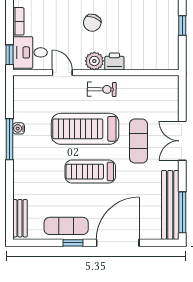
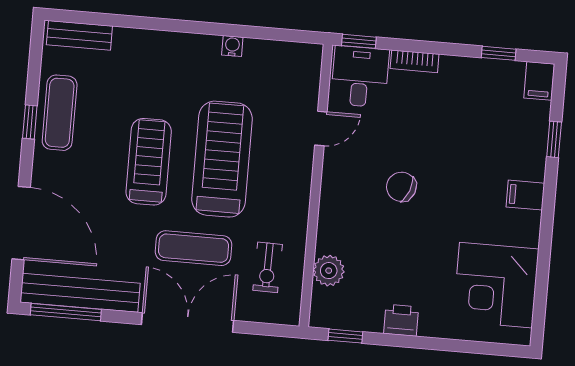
window: (182, 25) -> (345, 336), moved
plant: (94, 61) -> (329, 271), moved
printer: (114, 61) -> (401, 320), moved, turned -90
exercise bike: (102, 89) -> (268, 267), moved
window: (9, 139) -> (215, 29), removed
double door: (182, 141) -> (187, 323), width x1.37
door: (118, 243) -> (21, 223), moved

